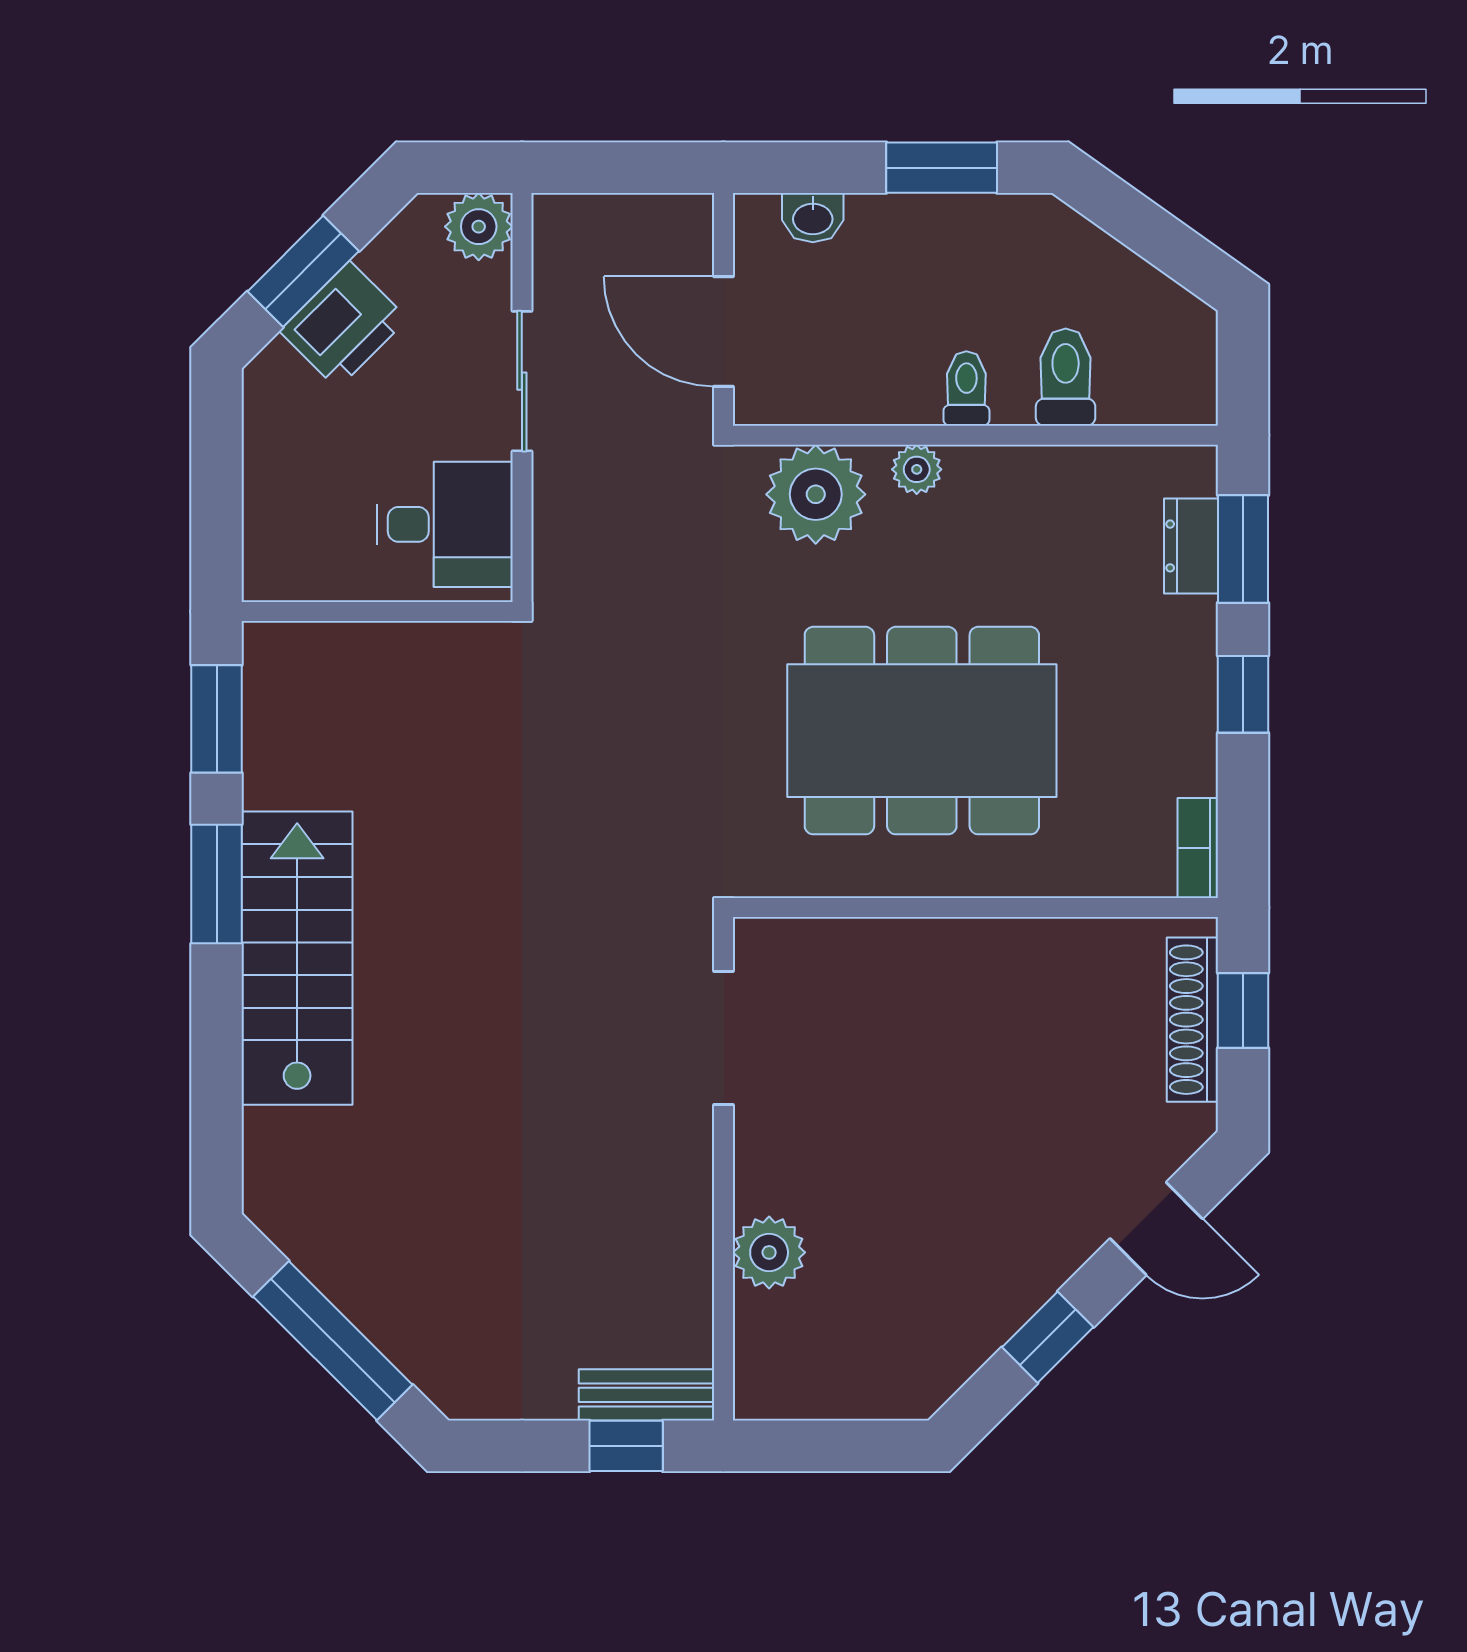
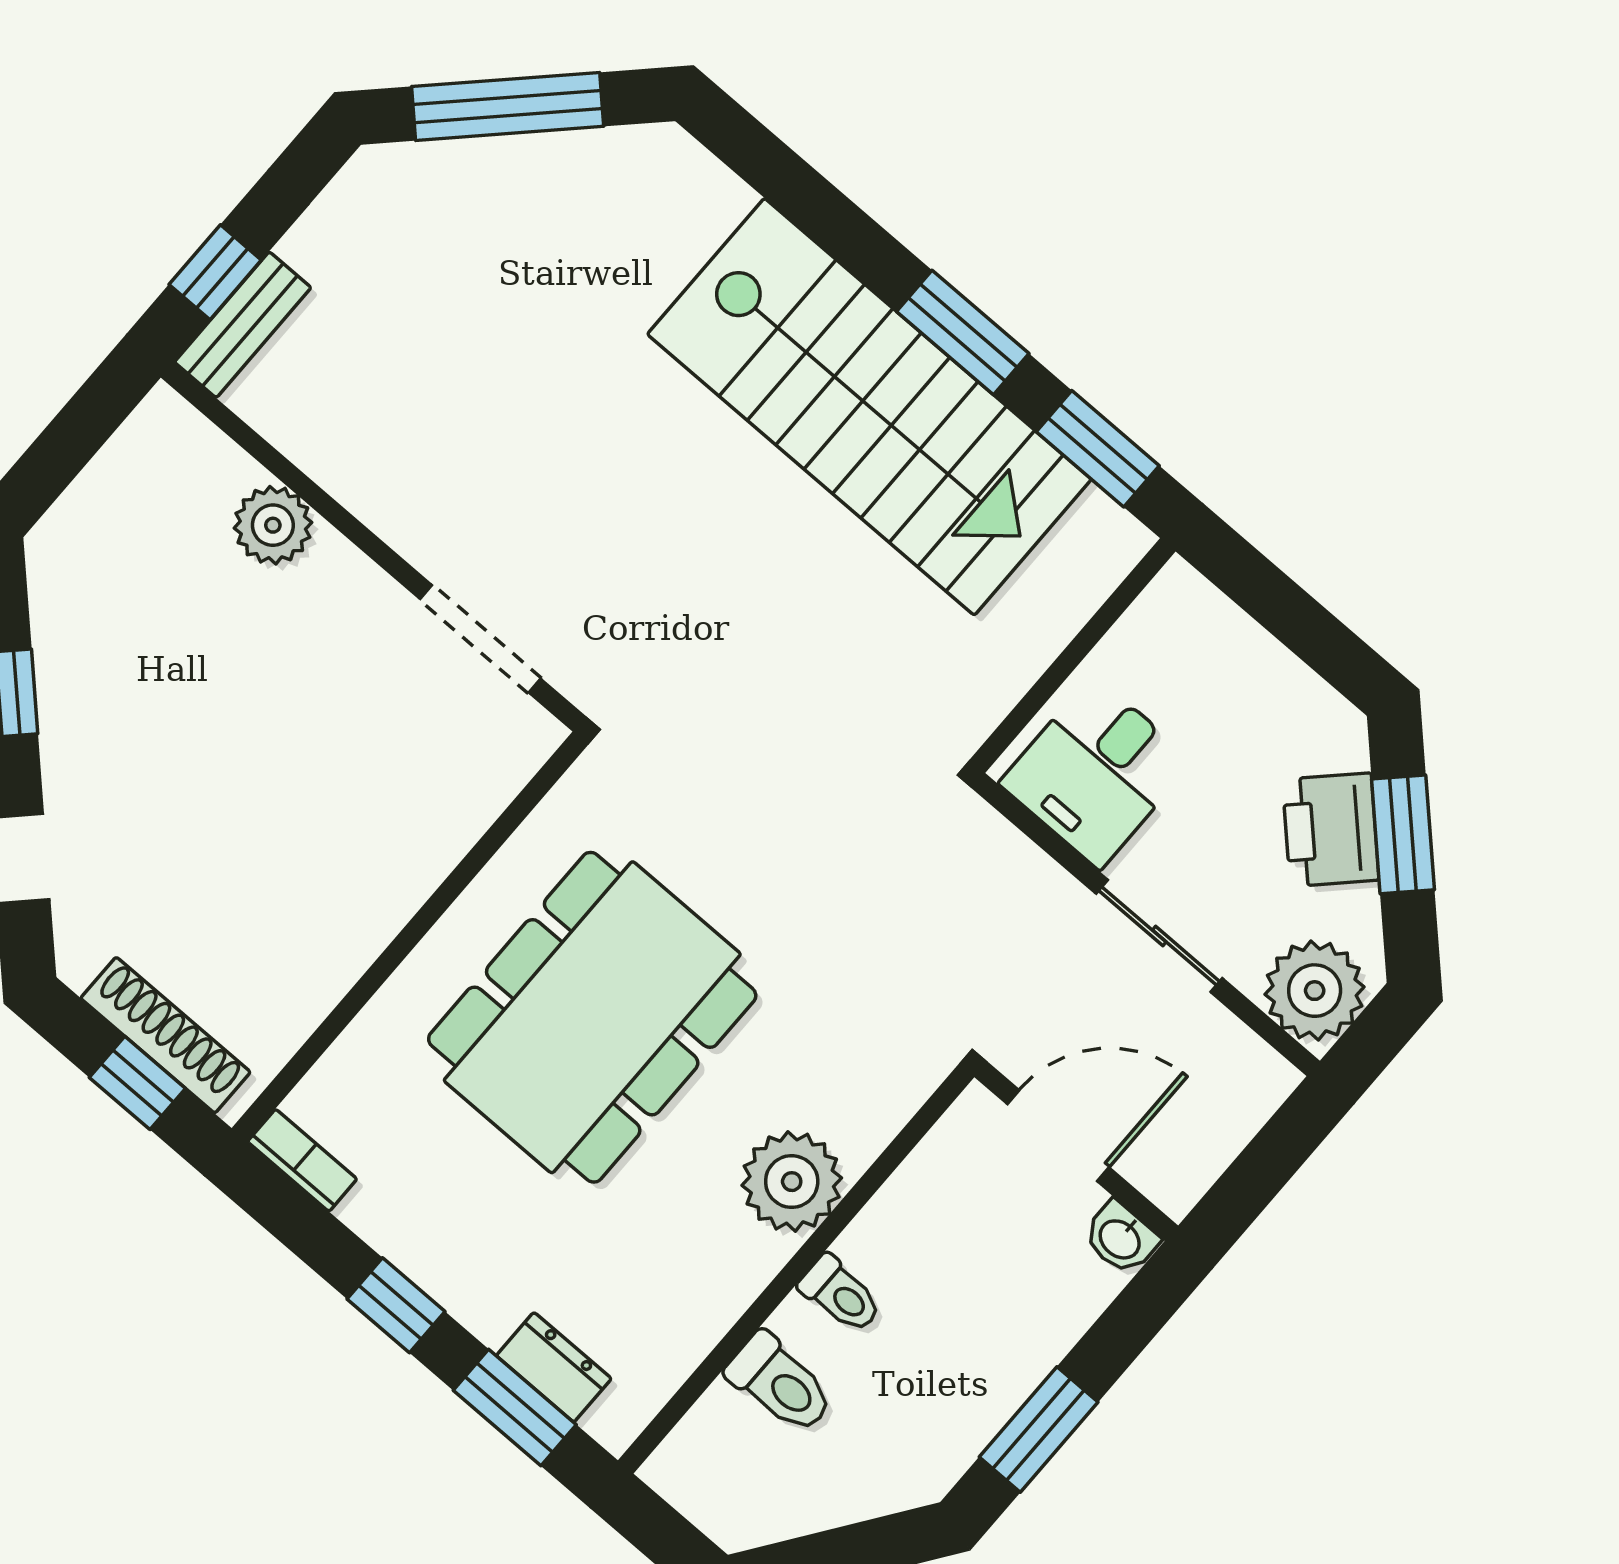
washbasin: (813, 218) -> (1121, 1238), moved, turned -90
plant: (479, 227) -> (1315, 991), width x1.36, depth x1.36
plant: (917, 469) -> (792, 1182), width x1.87, depth x1.87
plant: (816, 494) -> (860, 1097), removed
stairs: (297, 958) -> (869, 407), width x1.36, depth x1.51

